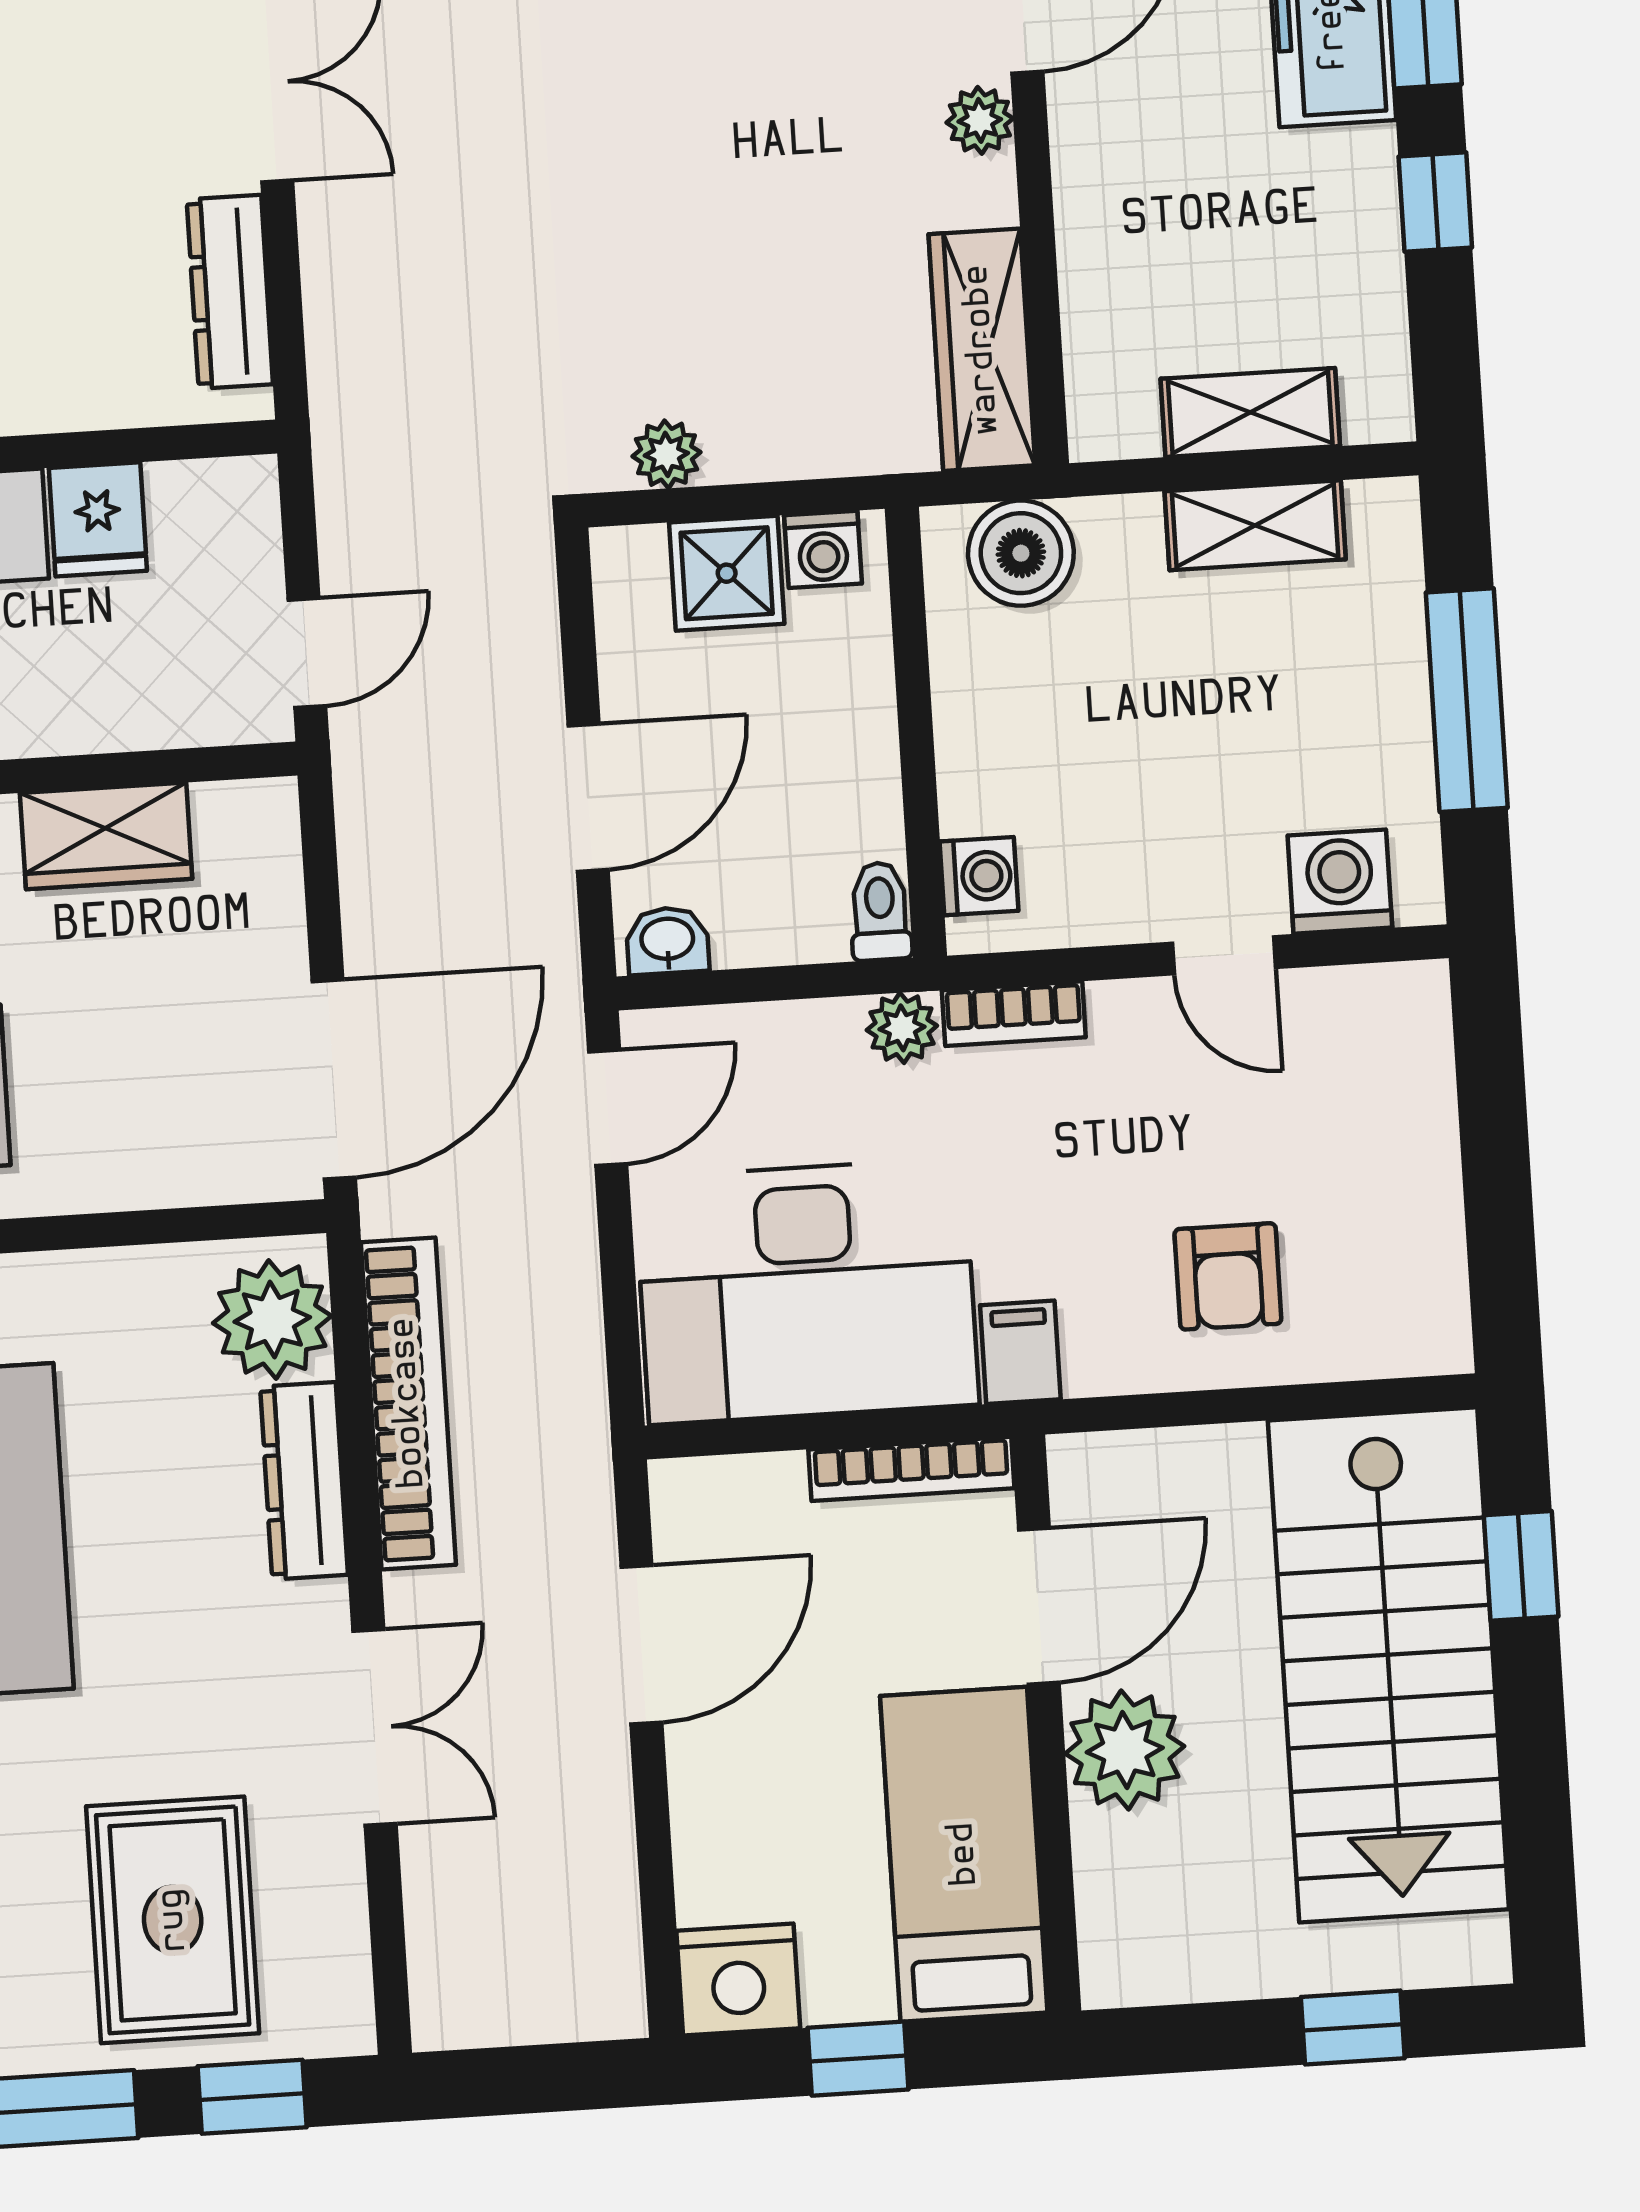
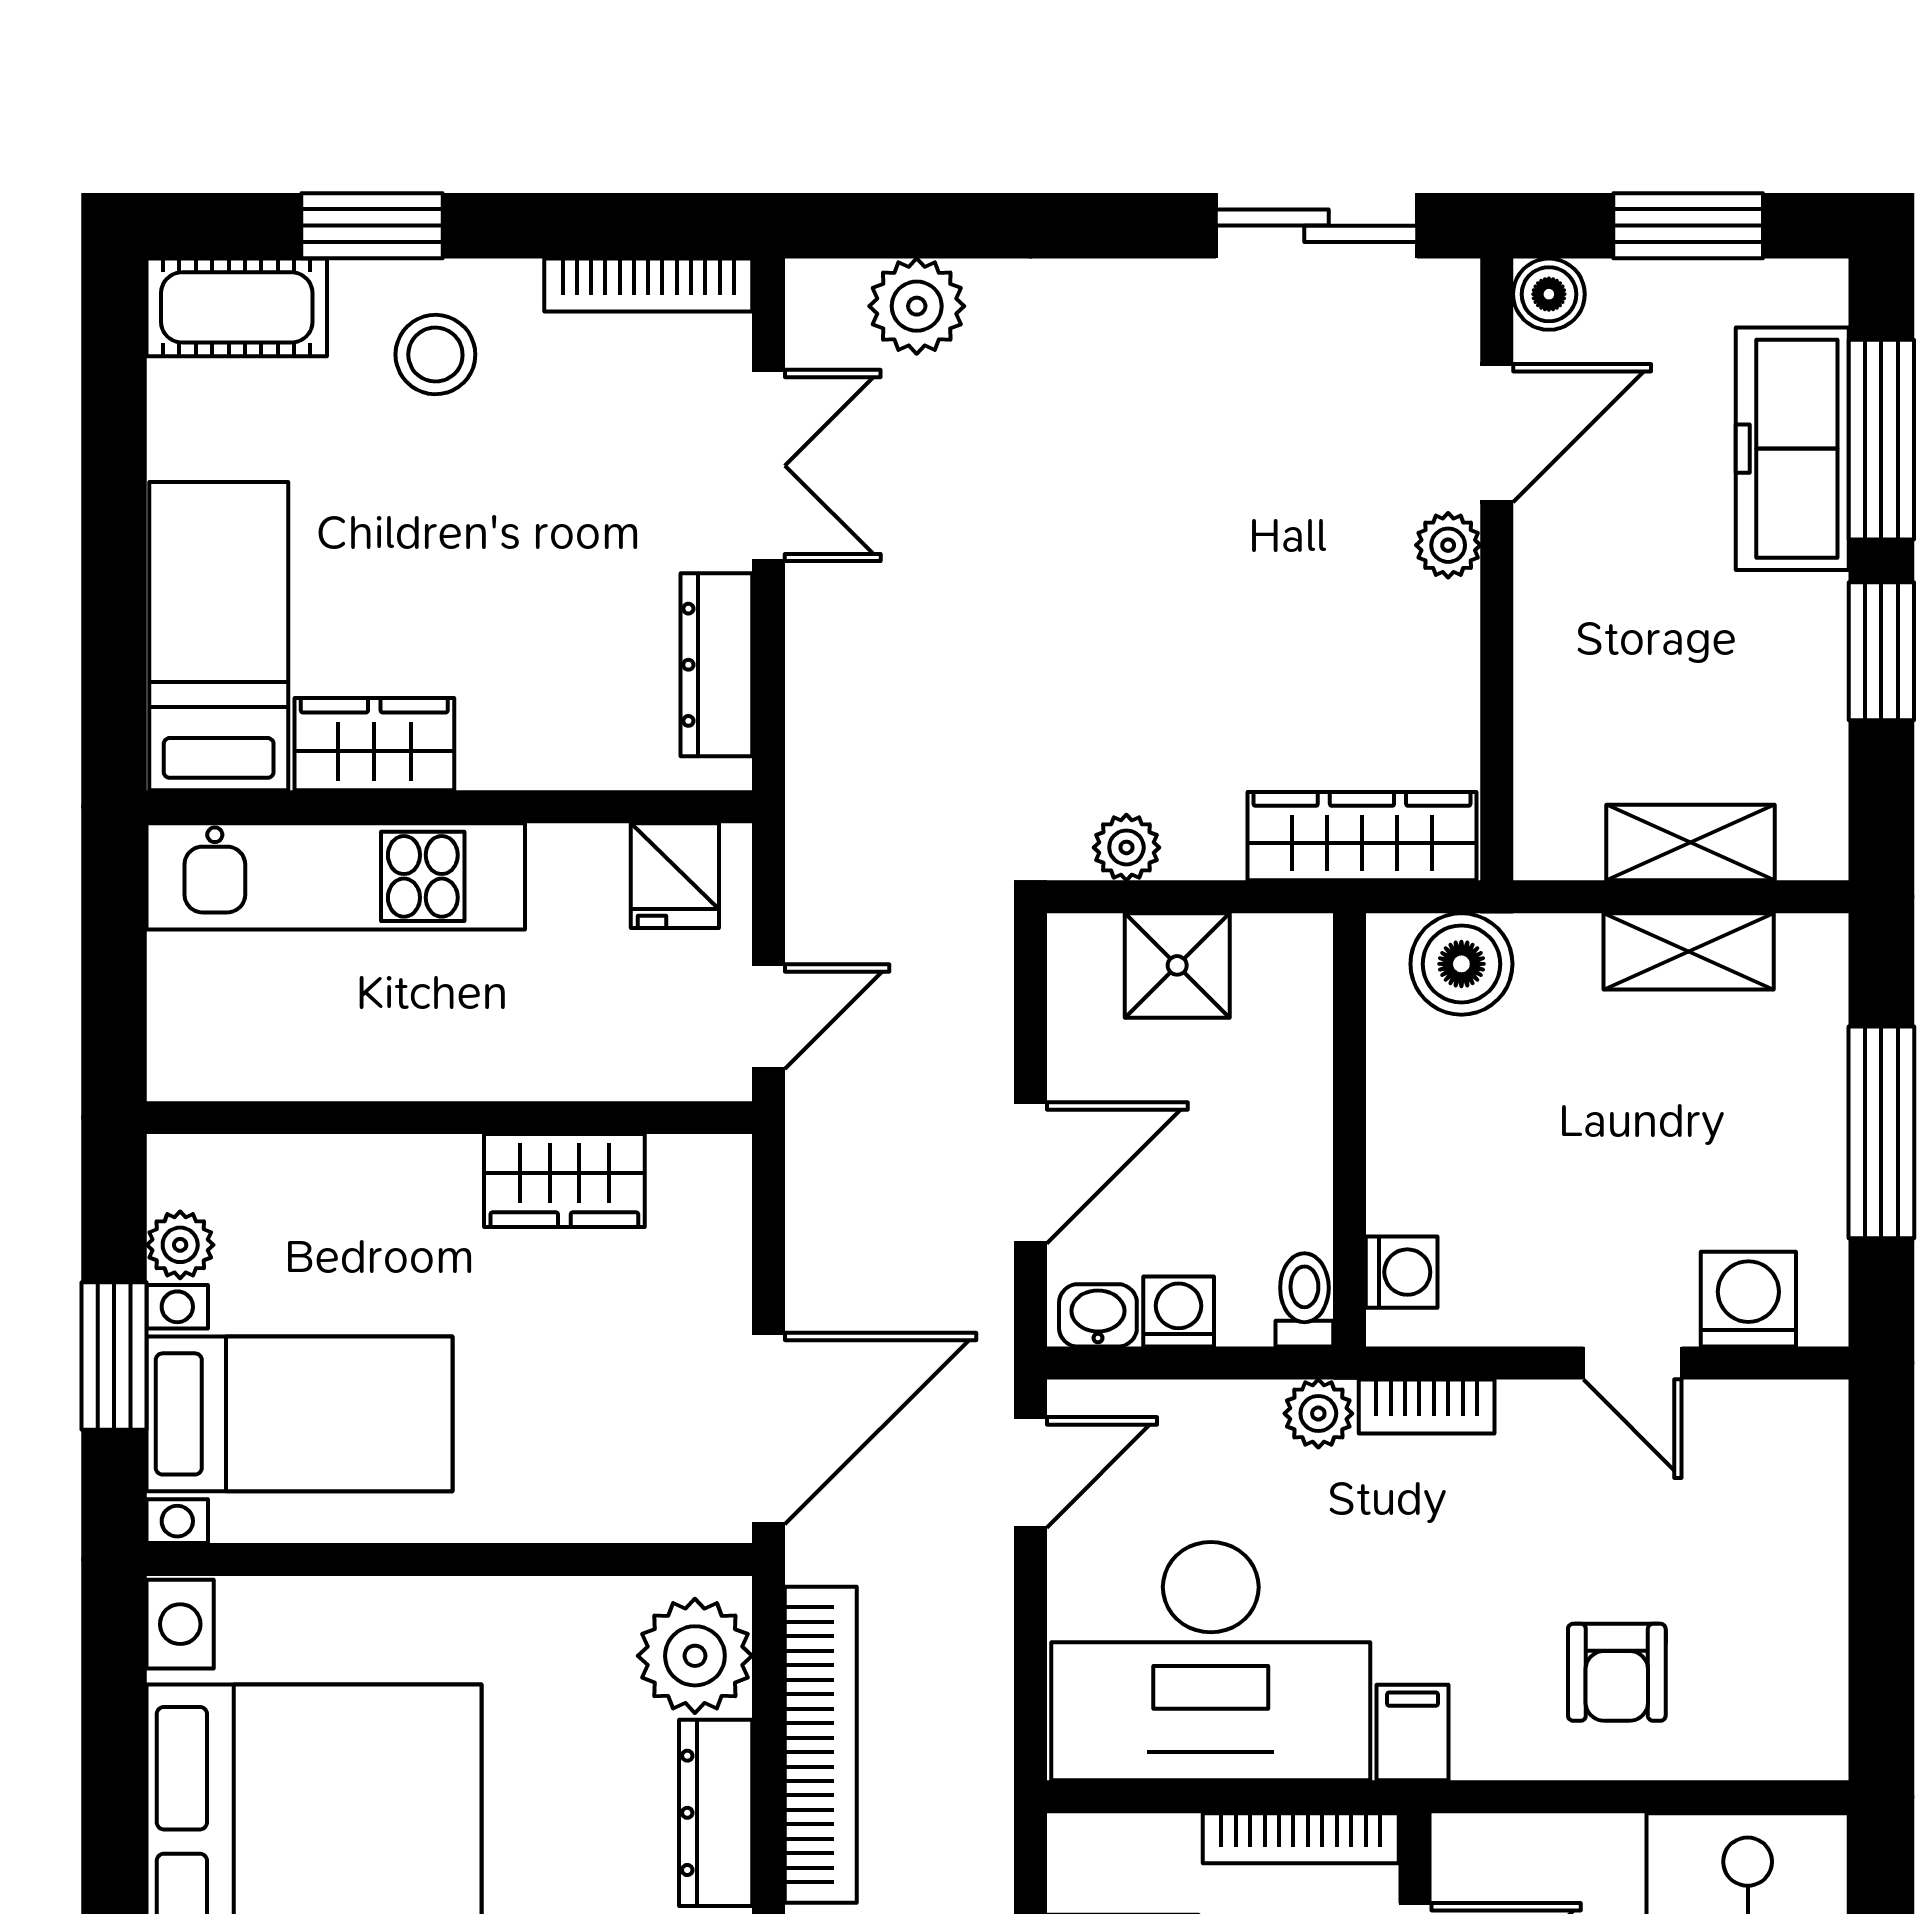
window: (1435, 202) -> (1881, 651), width x1.50
wardrobe: (982, 350) -> (1362, 836), moved, turned 90
fridge: (98, 519) -> (675, 876), moved
washing machine: (823, 549) -> (1179, 1311), moved, turned 180

